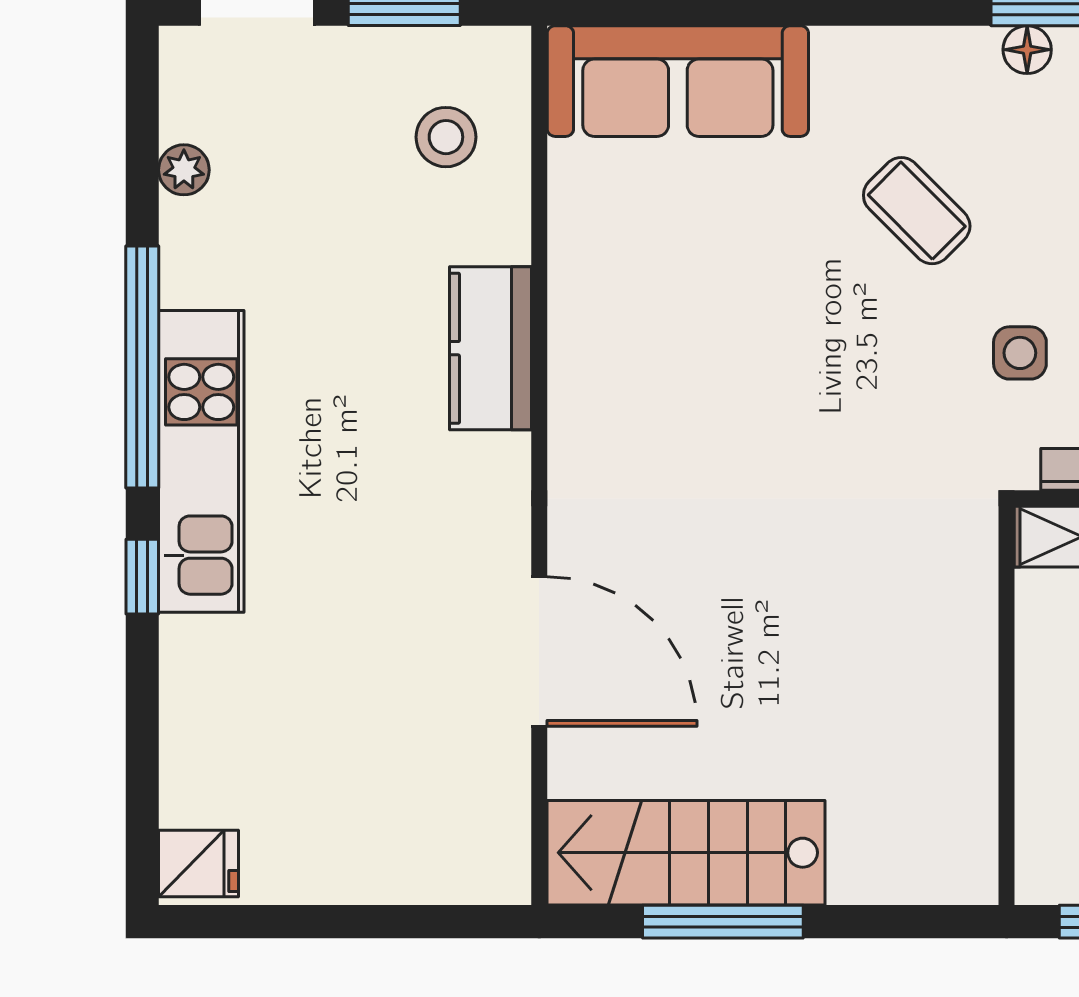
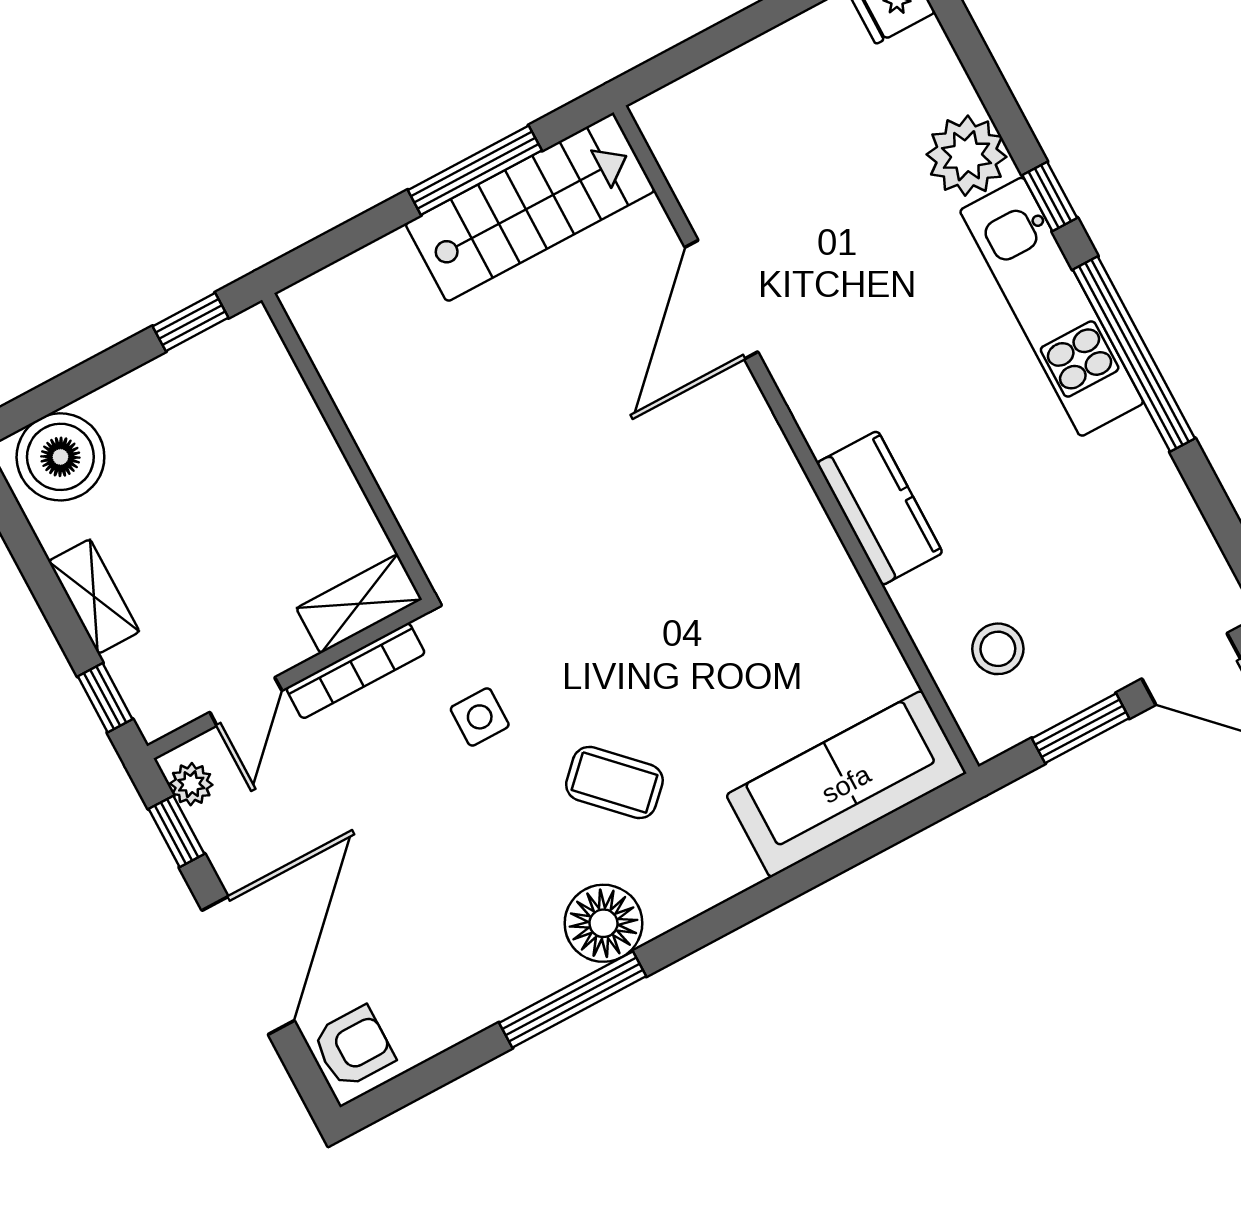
floor lamp: (1027, 50) -> (603, 923), width x1.89, depth x1.89
plant: (184, 170) -> (966, 156), moved, width x1.88, depth x1.88
door: (539, 651) -> (721, 300), hinge flipped

